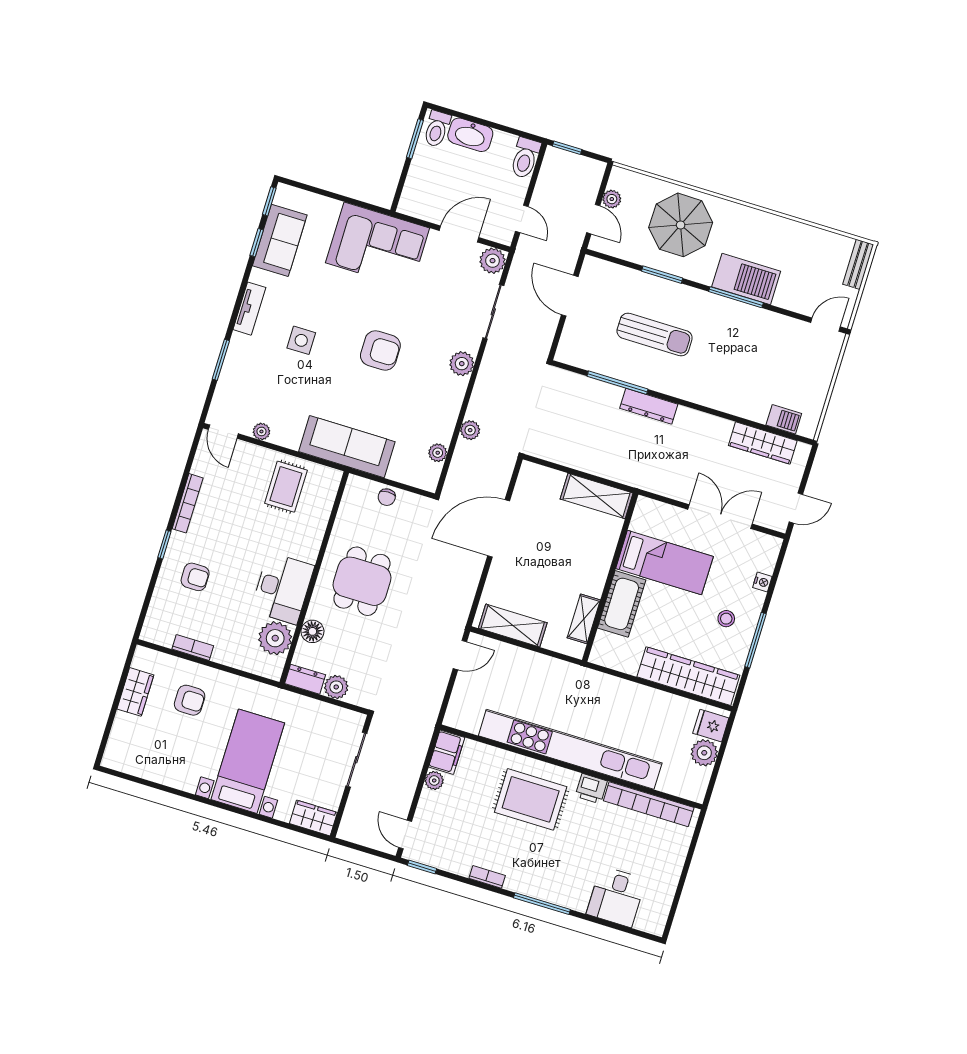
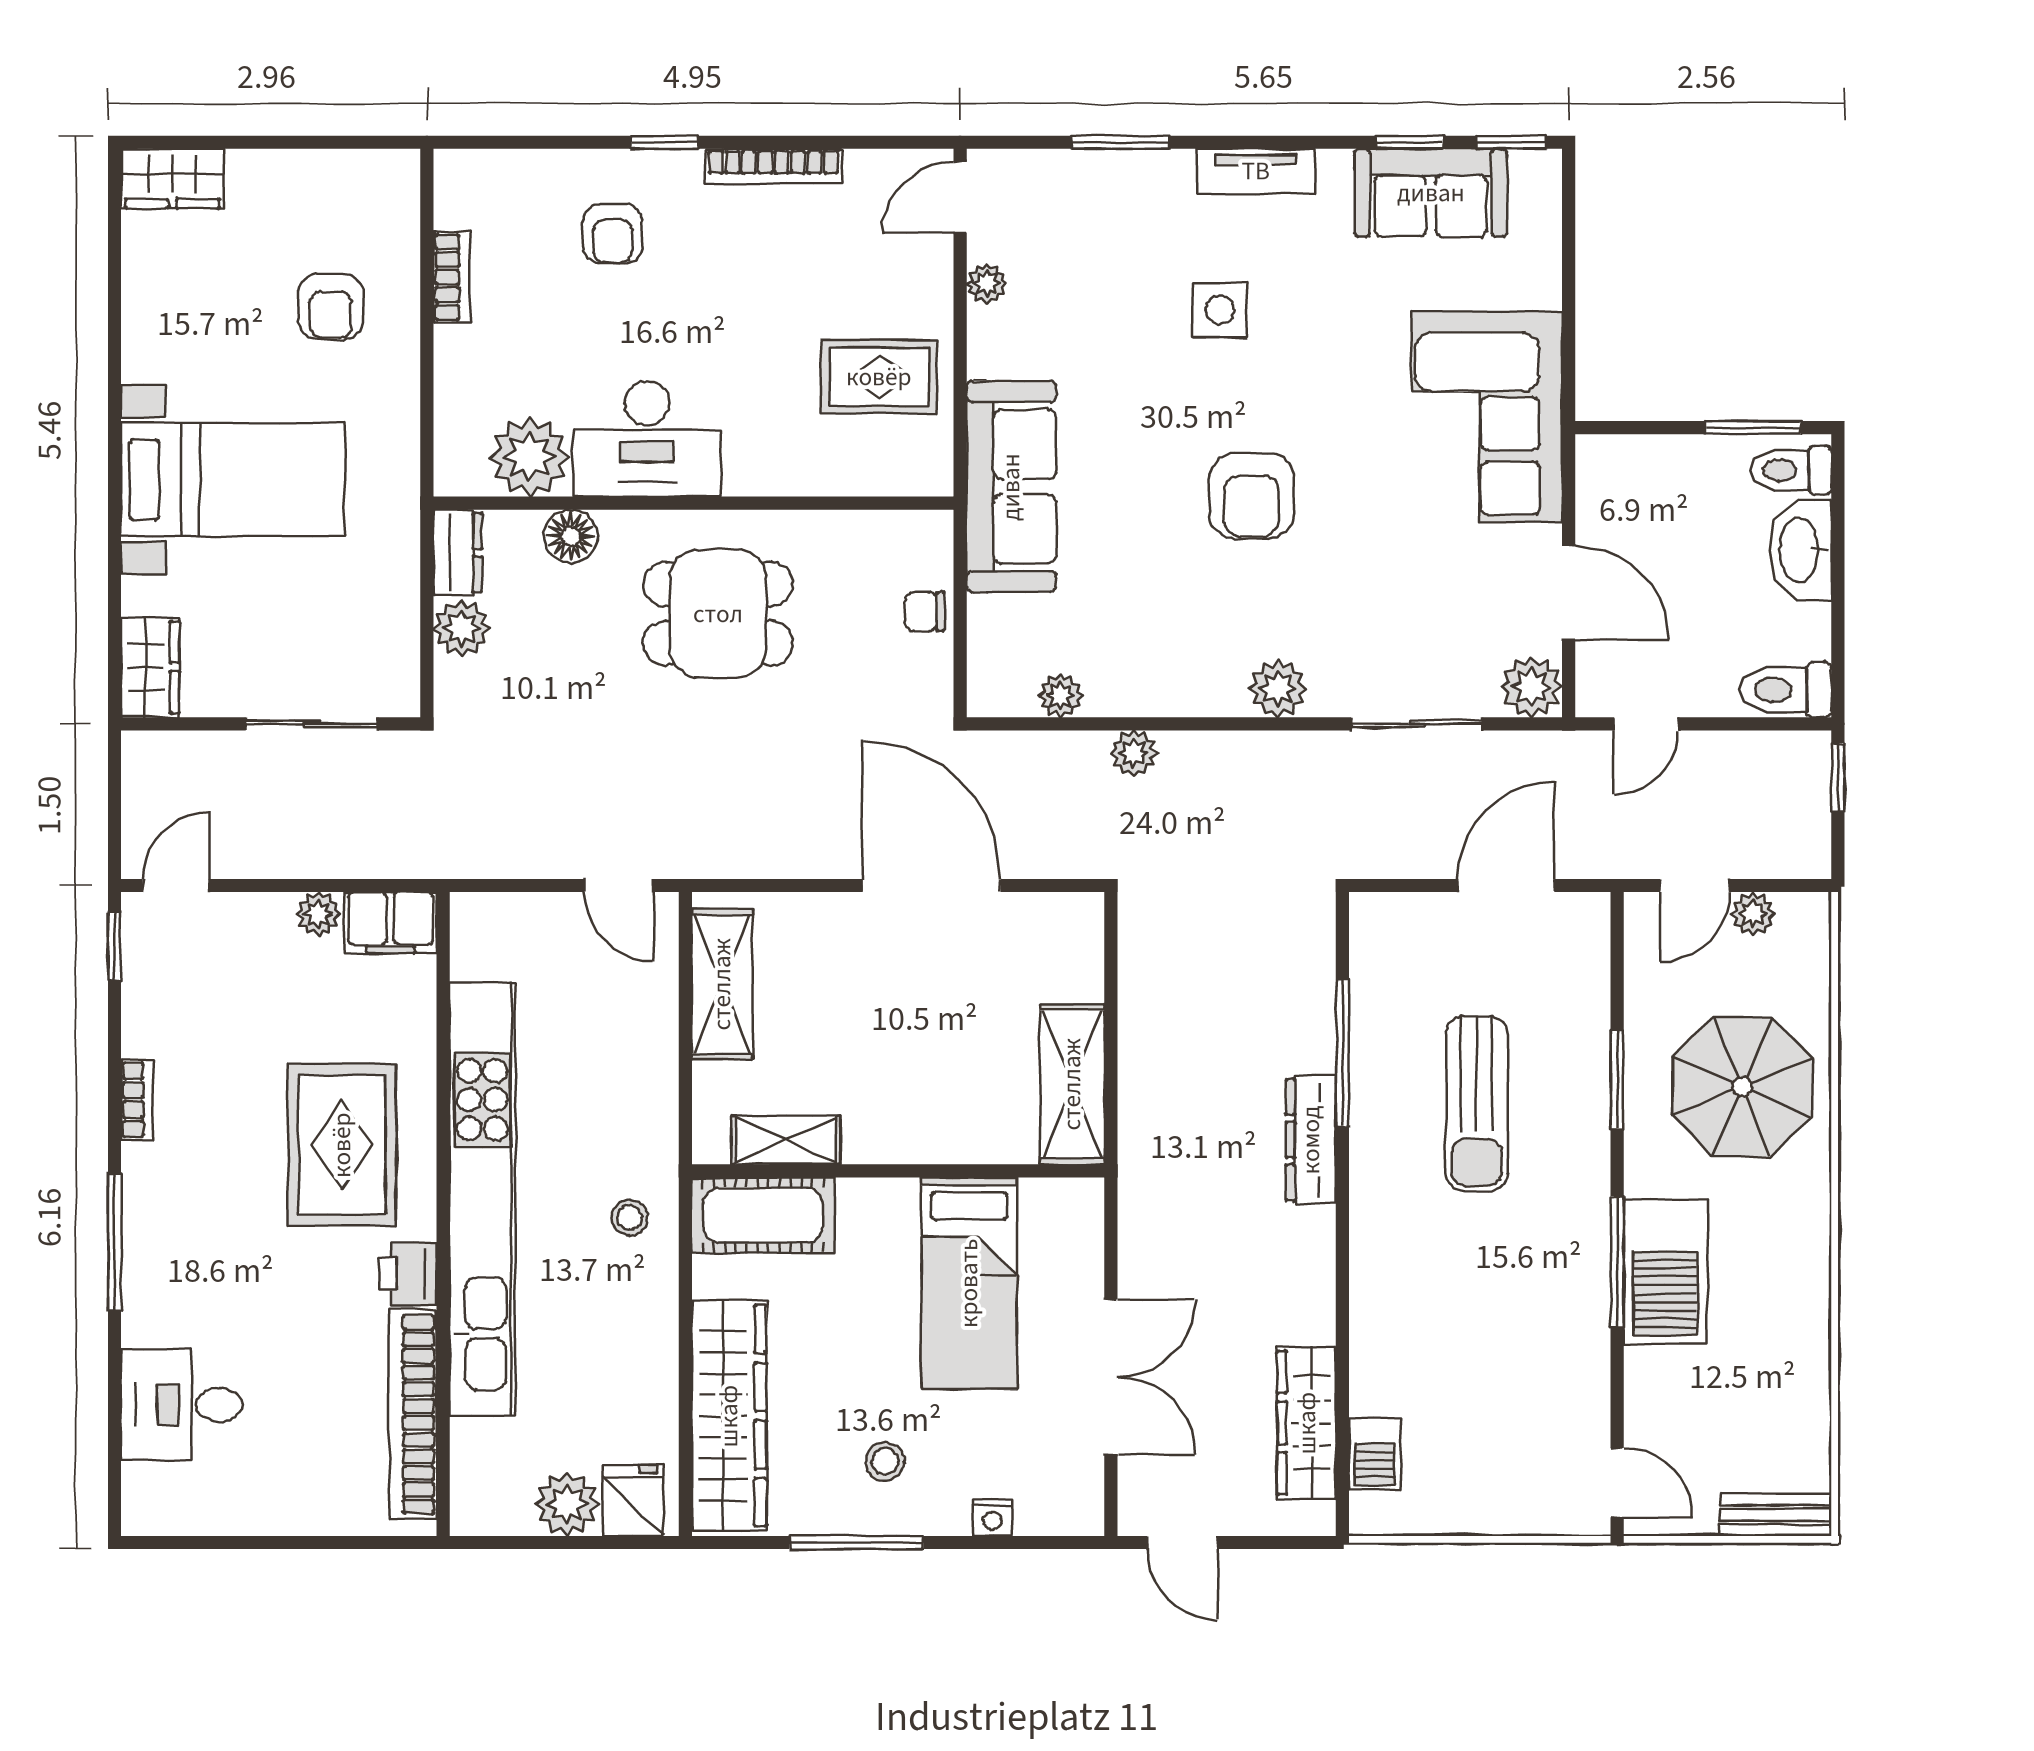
cot: (622, 604) -> (763, 1215), moved
wardrobe: (135, 692) -> (172, 178), moved
stool: (596, 692) -> (630, 1217), added

